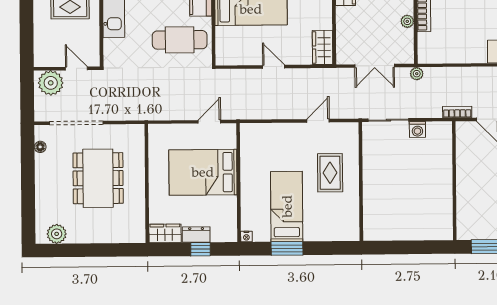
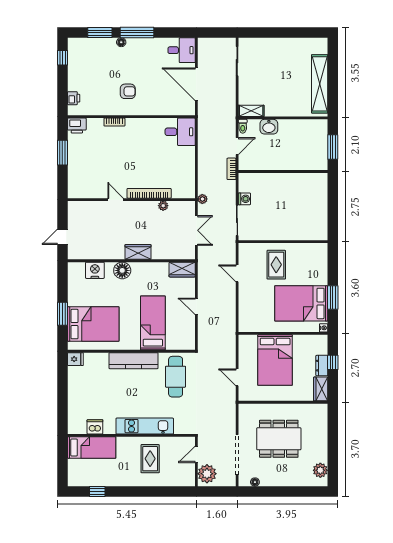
door: (274, 67) -> (196, 306), hinge flipped
door: (209, 122) -> (237, 377), moved
rug: (330, 173) -> (276, 265), turned 90
bed: (287, 206) -> (301, 303), width x1.50

